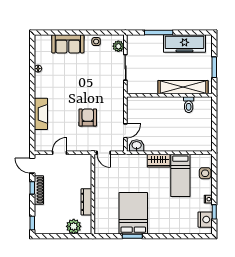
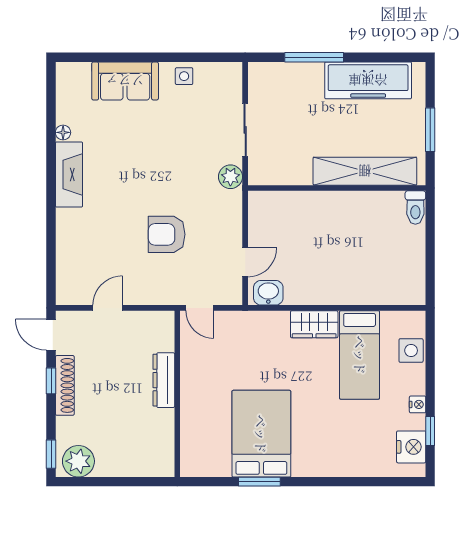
plant: (118, 46) -> (230, 177), moved
toilet: (189, 105) -> (415, 208), moved
fireplace: (41, 114) -> (69, 175), moved
armchair: (88, 118) -> (167, 234), turned -90
dresser: (86, 202) -> (164, 380), moved
plant: (74, 226) -> (78, 461), moved

